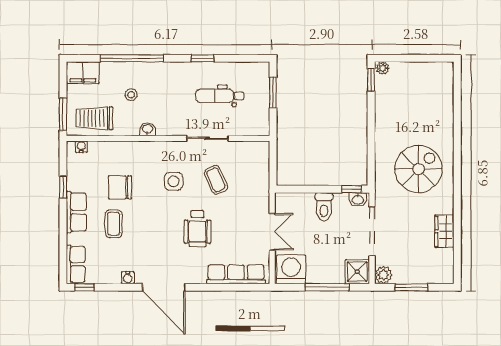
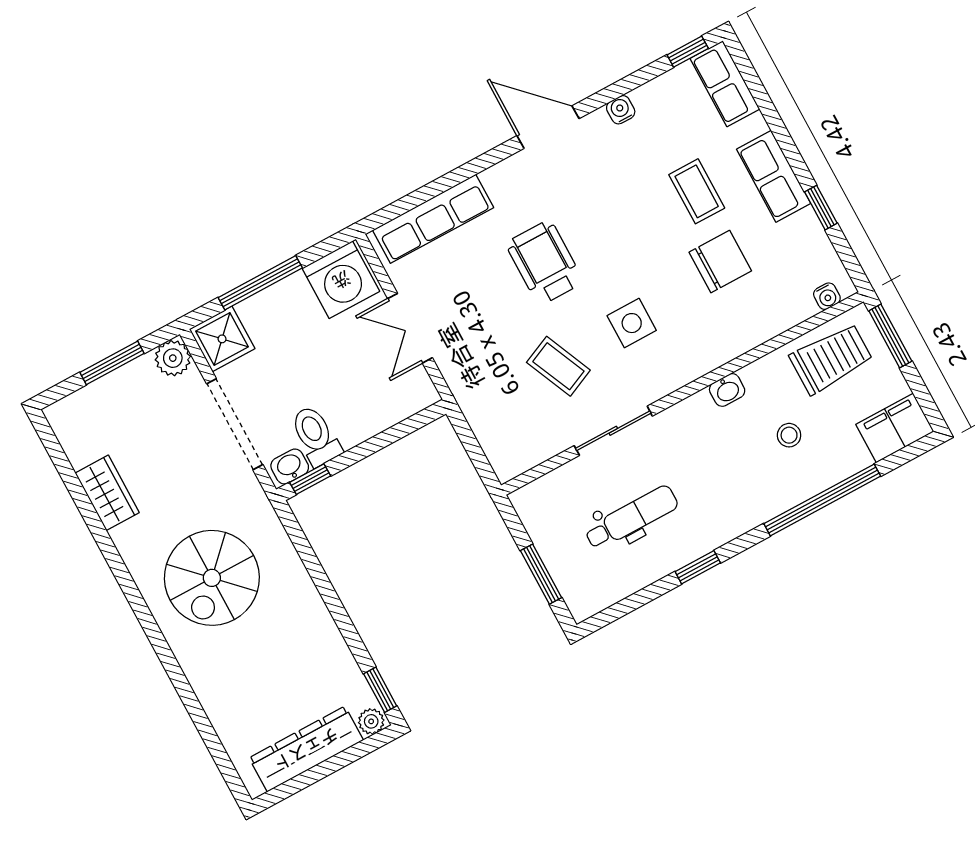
dresser: (418, 71) -> (306, 749), added
toilet: (324, 207) -> (316, 436), moved
door: (164, 287) -> (548, 127), width x0.73

